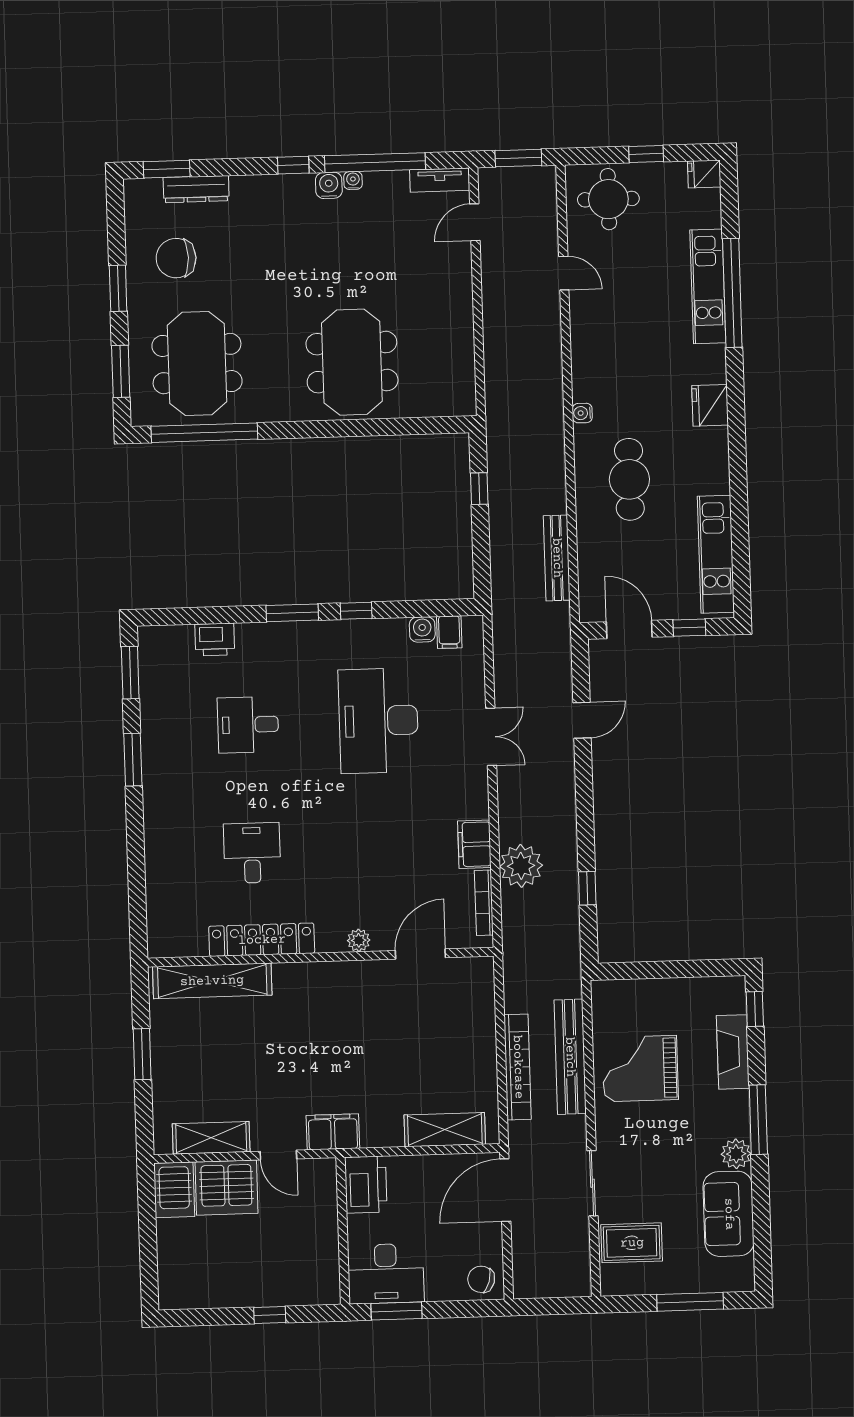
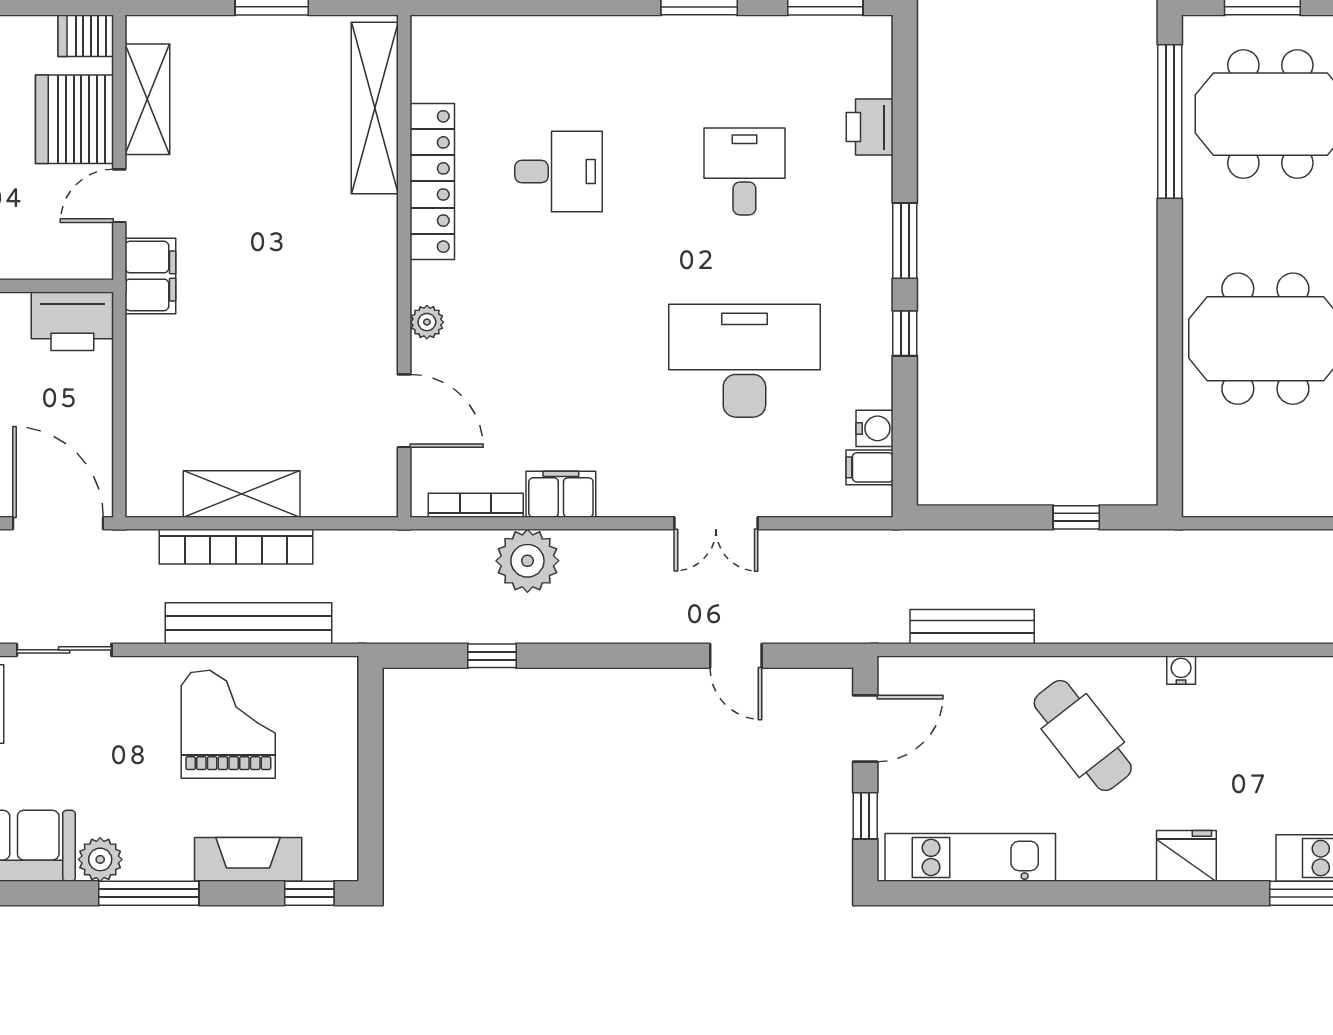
cafe table: (629, 479) -> (1083, 736), turned 52
shelving: (445, 1130) -> (242, 494), moved, turned 90
server rack: (174, 1190) -> (86, 36), width x0.73, depth x0.70

